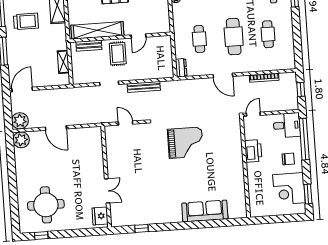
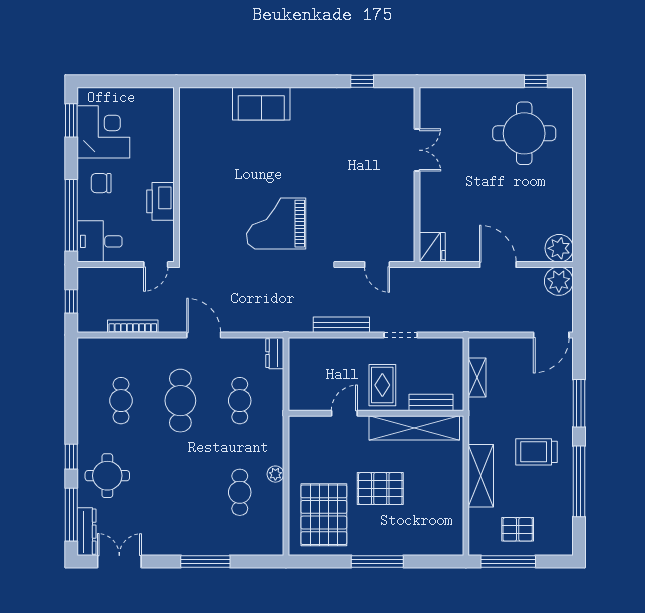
double door: (107, 191) -> (417, 150), swing flipped
sofa: (205, 211) -> (261, 104), width x0.73
fridge: (100, 216) -> (432, 247), moved

